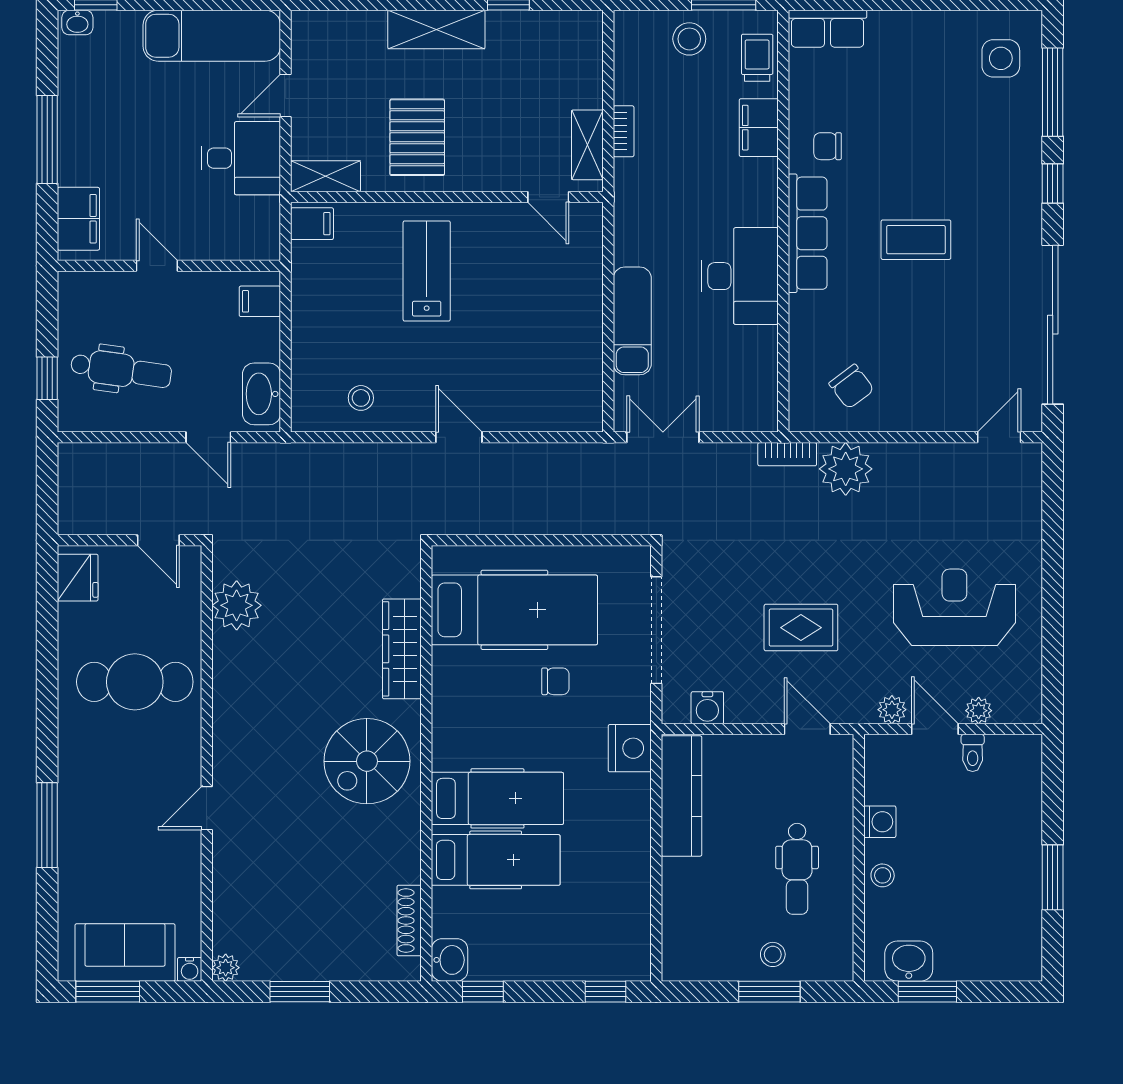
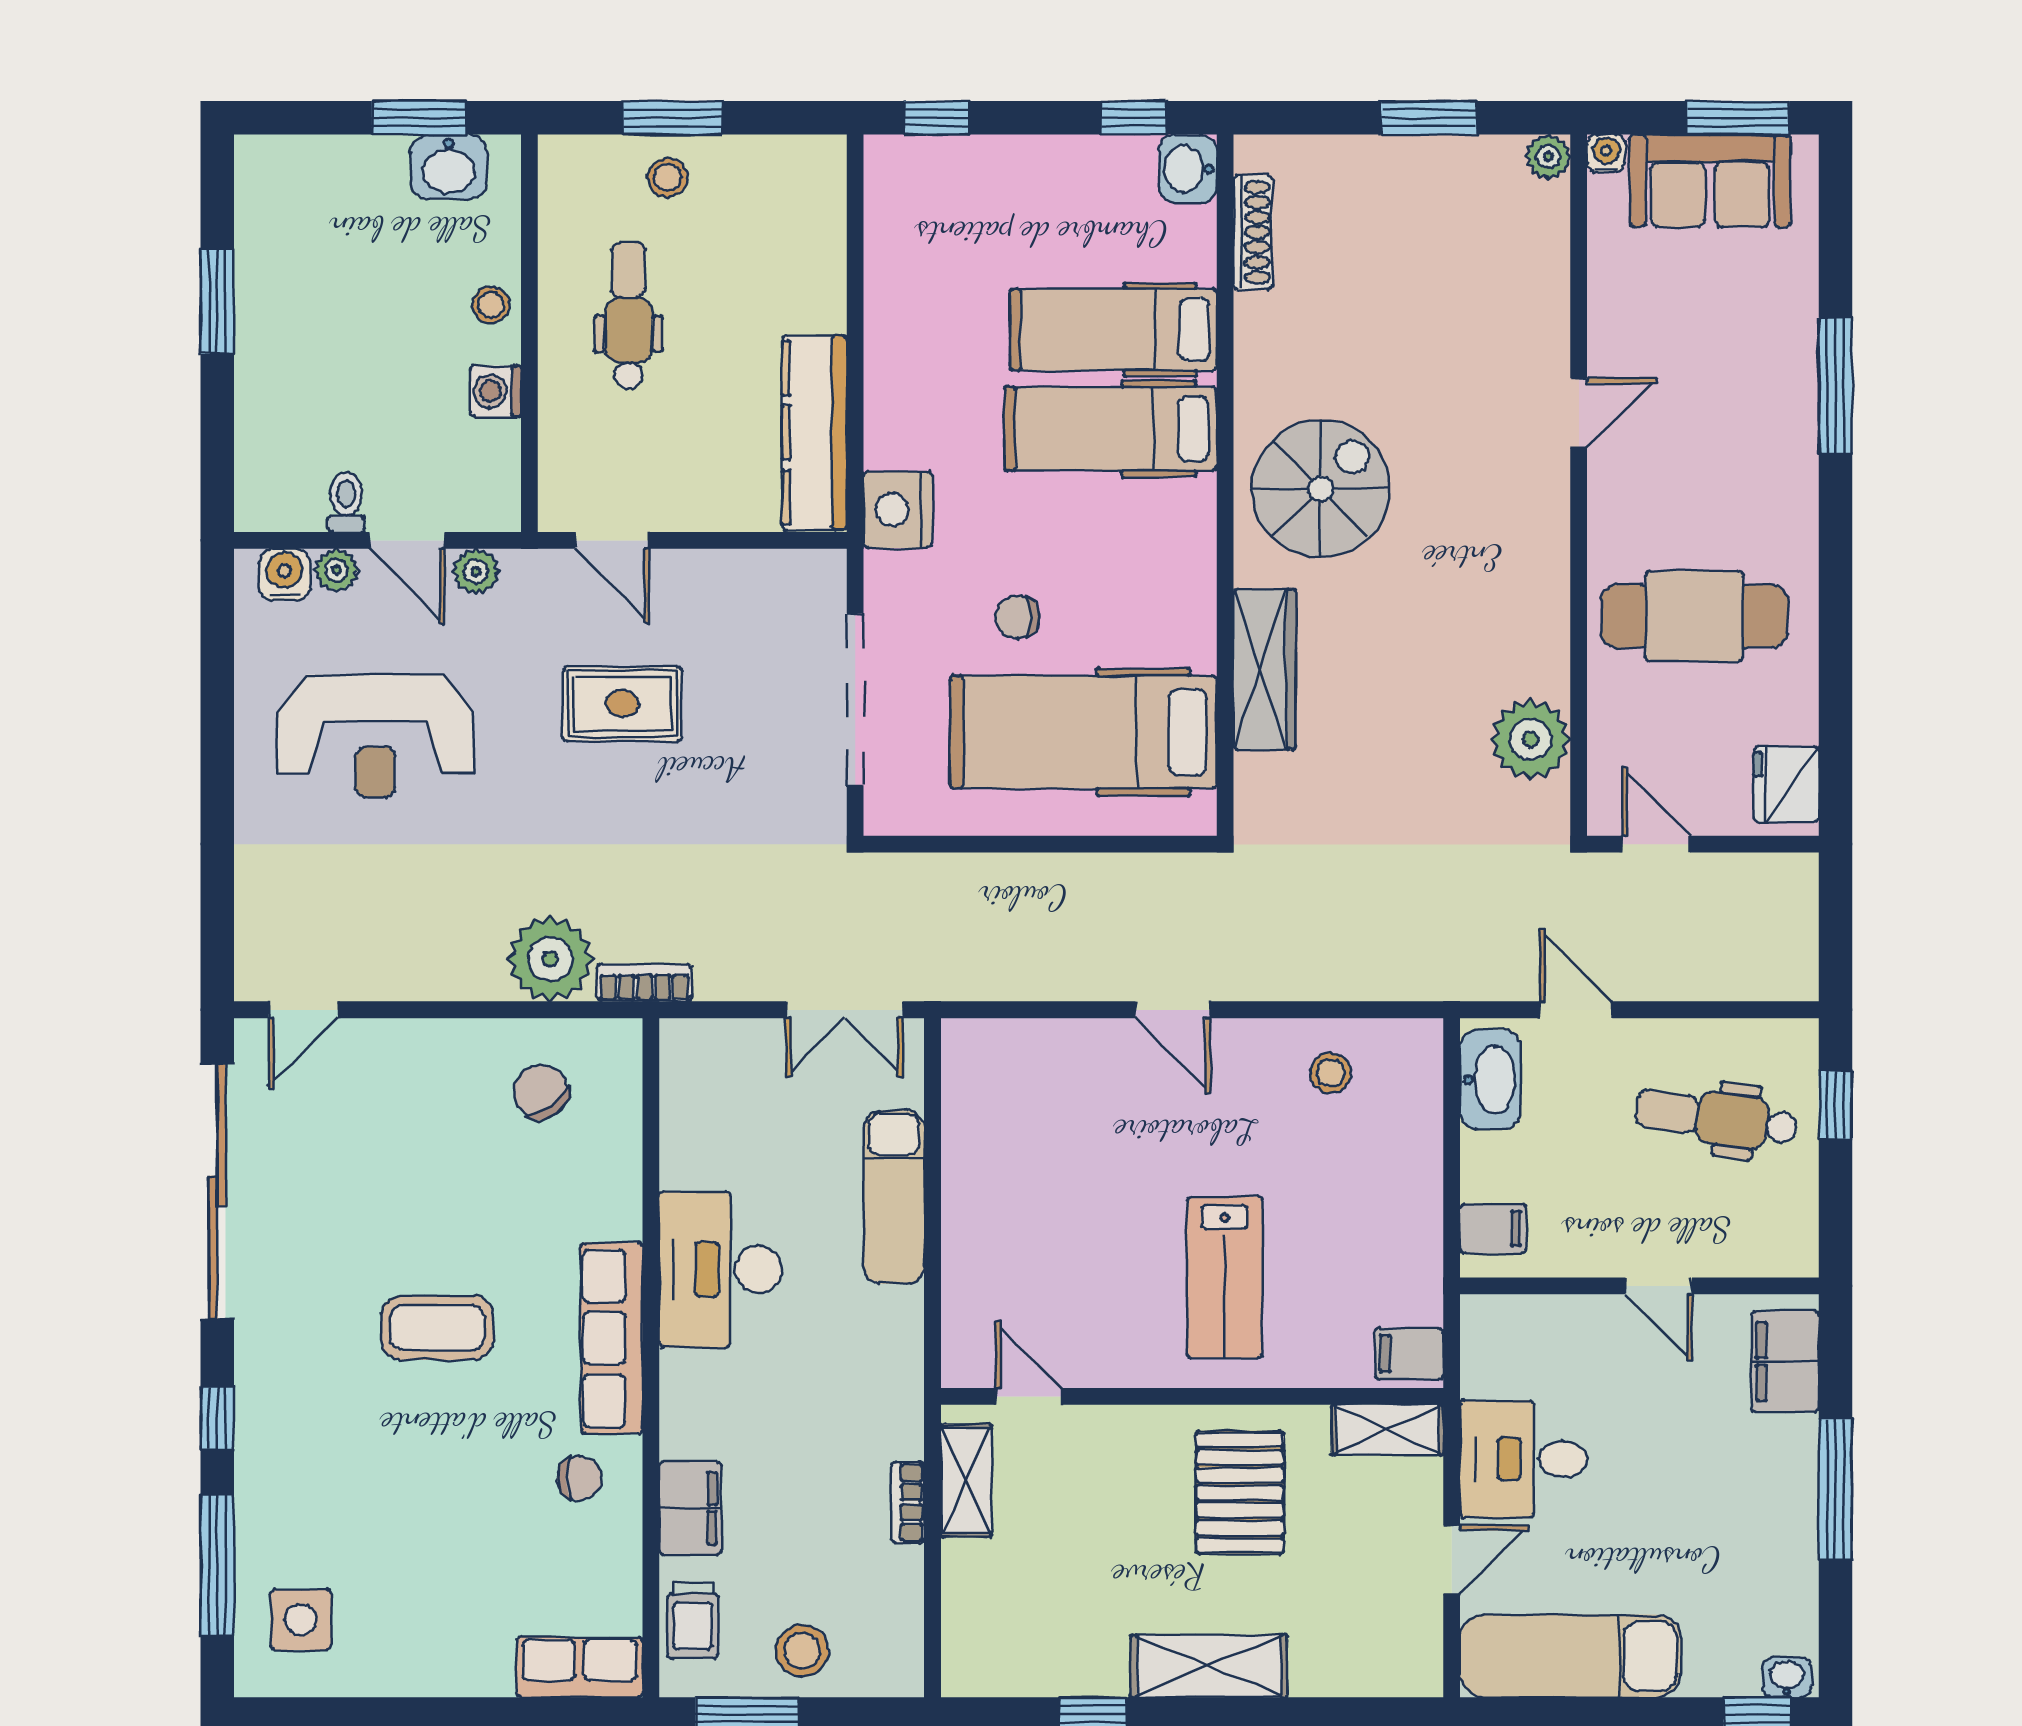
water cooler: (707, 708) -> (285, 575), moved

